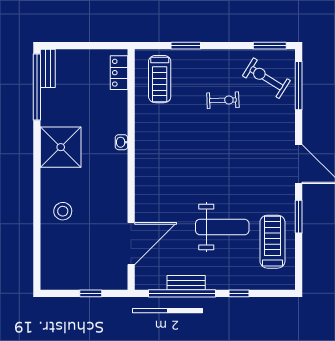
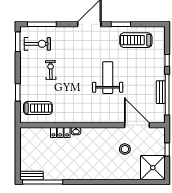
locker: (119, 73) -> (60, 133), moved
exercise bike: (266, 78) -> (37, 44), turned -122
shower: (61, 147) -> (153, 168), moved
stool: (63, 211) -> (125, 149), moved
weight bench: (222, 227) -> (108, 78), moved

